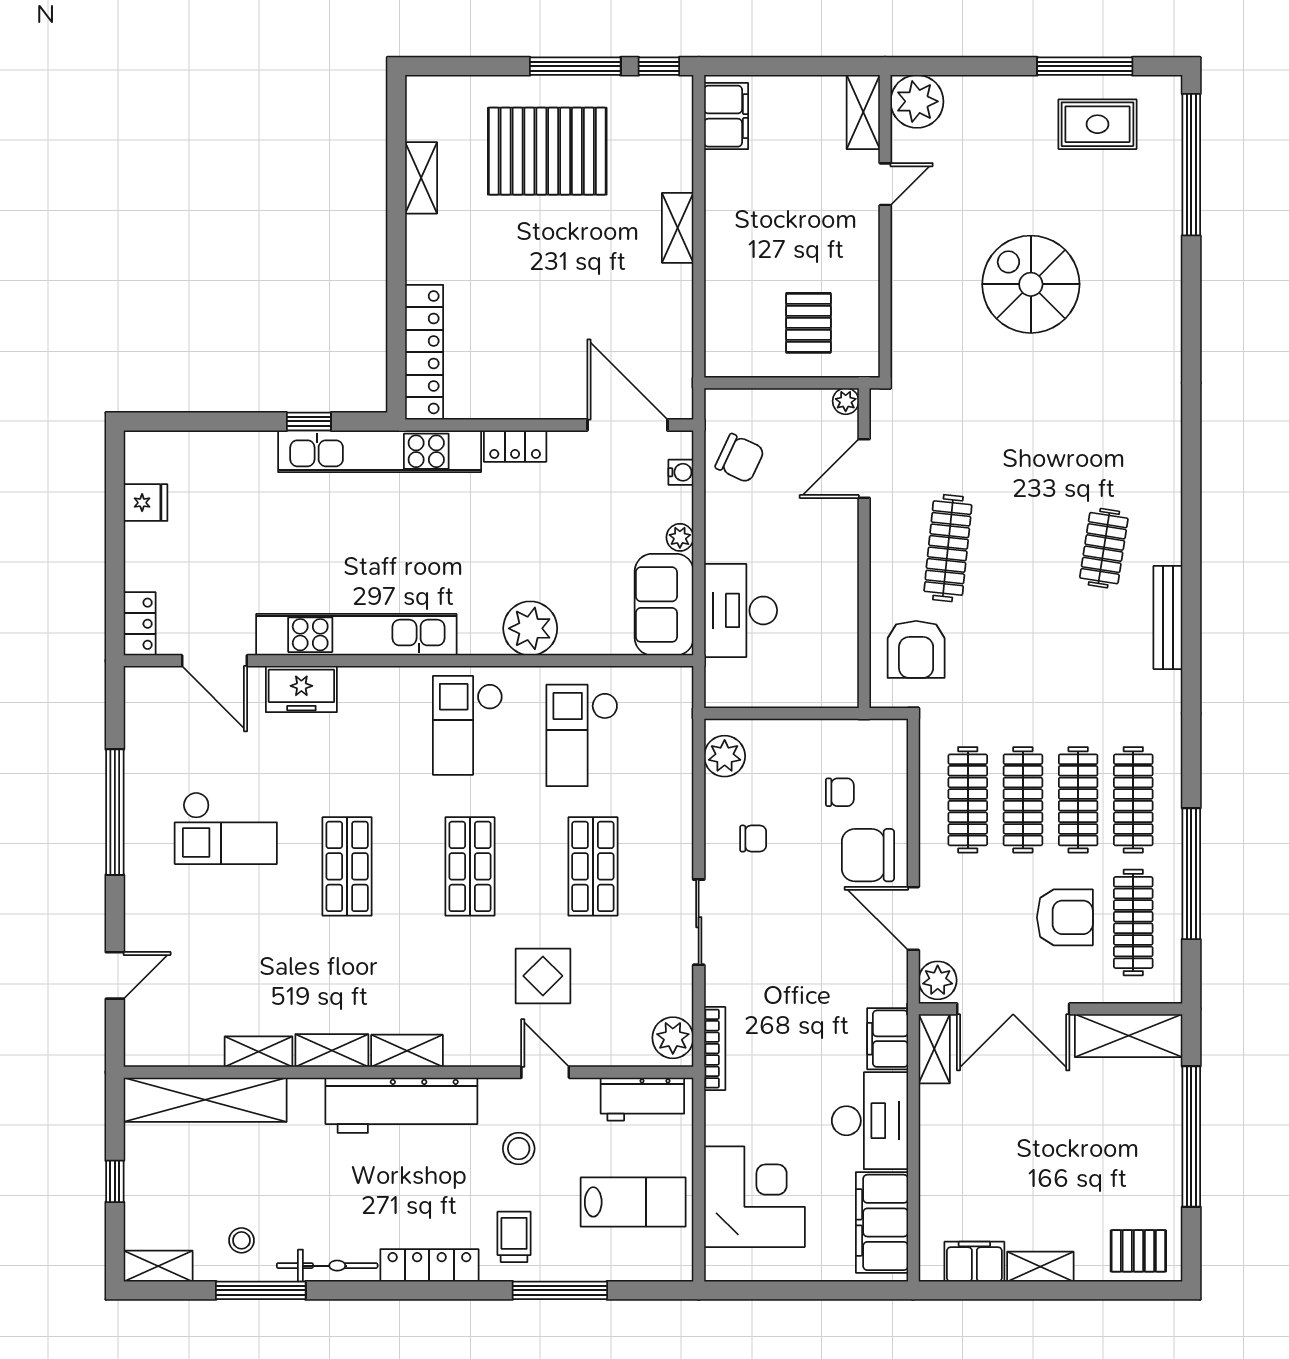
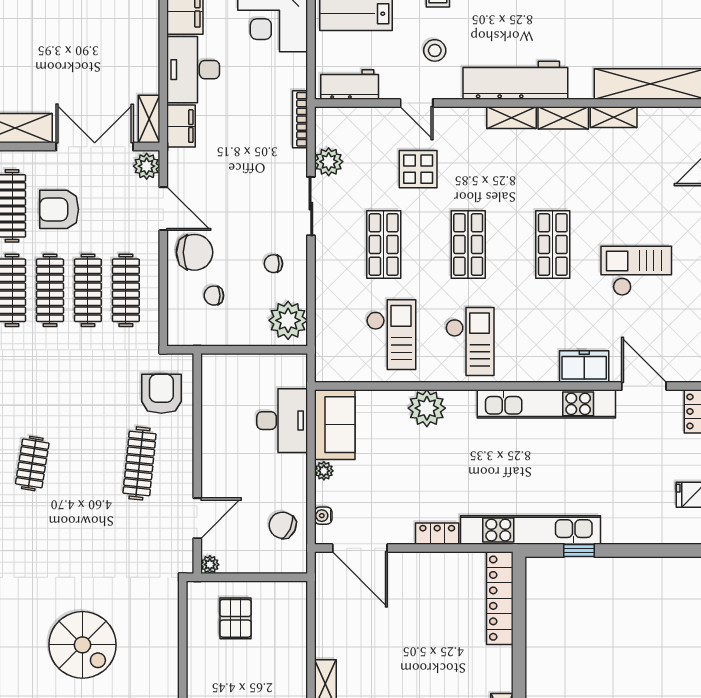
plant: (725, 756) -> (288, 320), width x1.36, depth x1.36
plant: (673, 1038) -> (329, 162), moved

